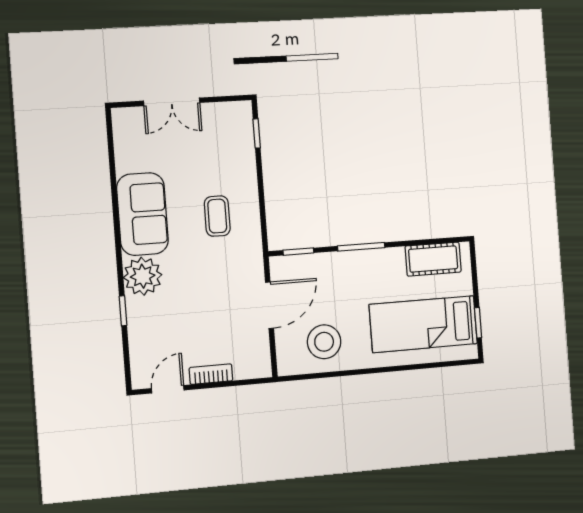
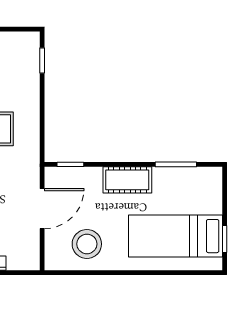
window: (361, 247) -> (176, 164), moved
cot: (433, 259) -> (127, 180), moved

